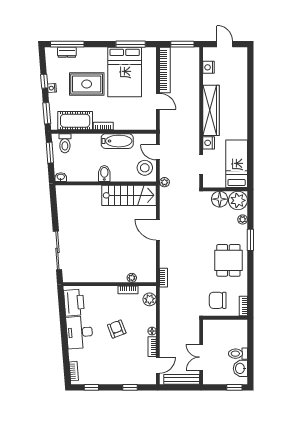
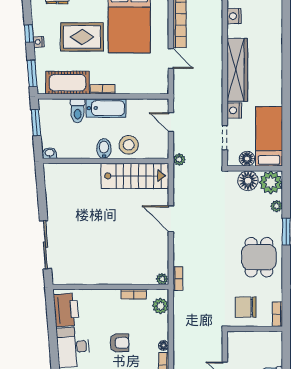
bathtub: (117, 141) -> (106, 108), moved
toilet: (65, 143) -> (78, 111), moved
stool: (145, 168) -> (129, 145), moved
floor lamp: (219, 182) -> (247, 159), added
plant: (132, 278) -> (162, 279), moved
armchair: (117, 329) -> (119, 343), turned 111

